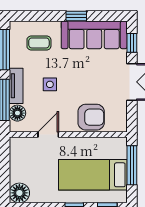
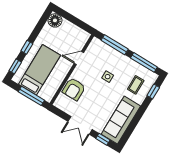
window: (76, 16) -> (153, 91), moved
tv unit: (16, 86) -> (119, 56), removed
floor lamp: (17, 113) -> (102, 48), removed
door: (48, 134) -> (79, 58), swing flipped

